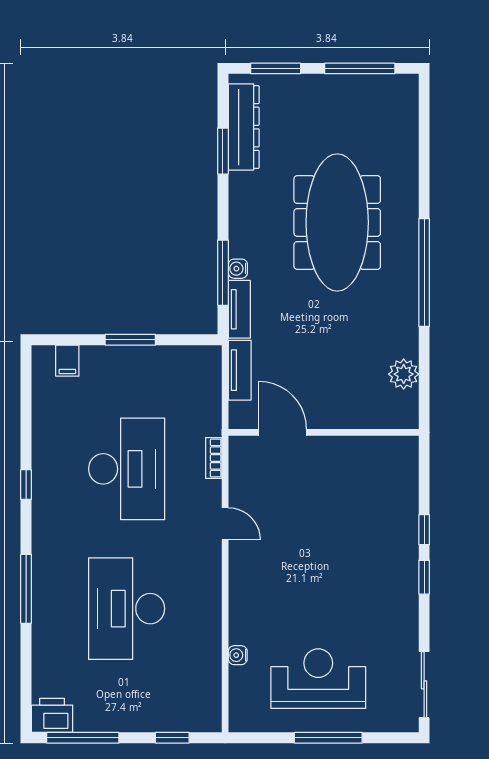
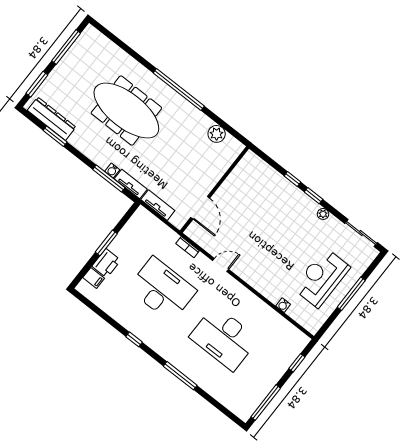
door: (283, 432) -> (200, 208), swing flipped
plant: (409, 611) -> (323, 214), added
printer: (52, 715) -> (106, 263), moved, turned 180

